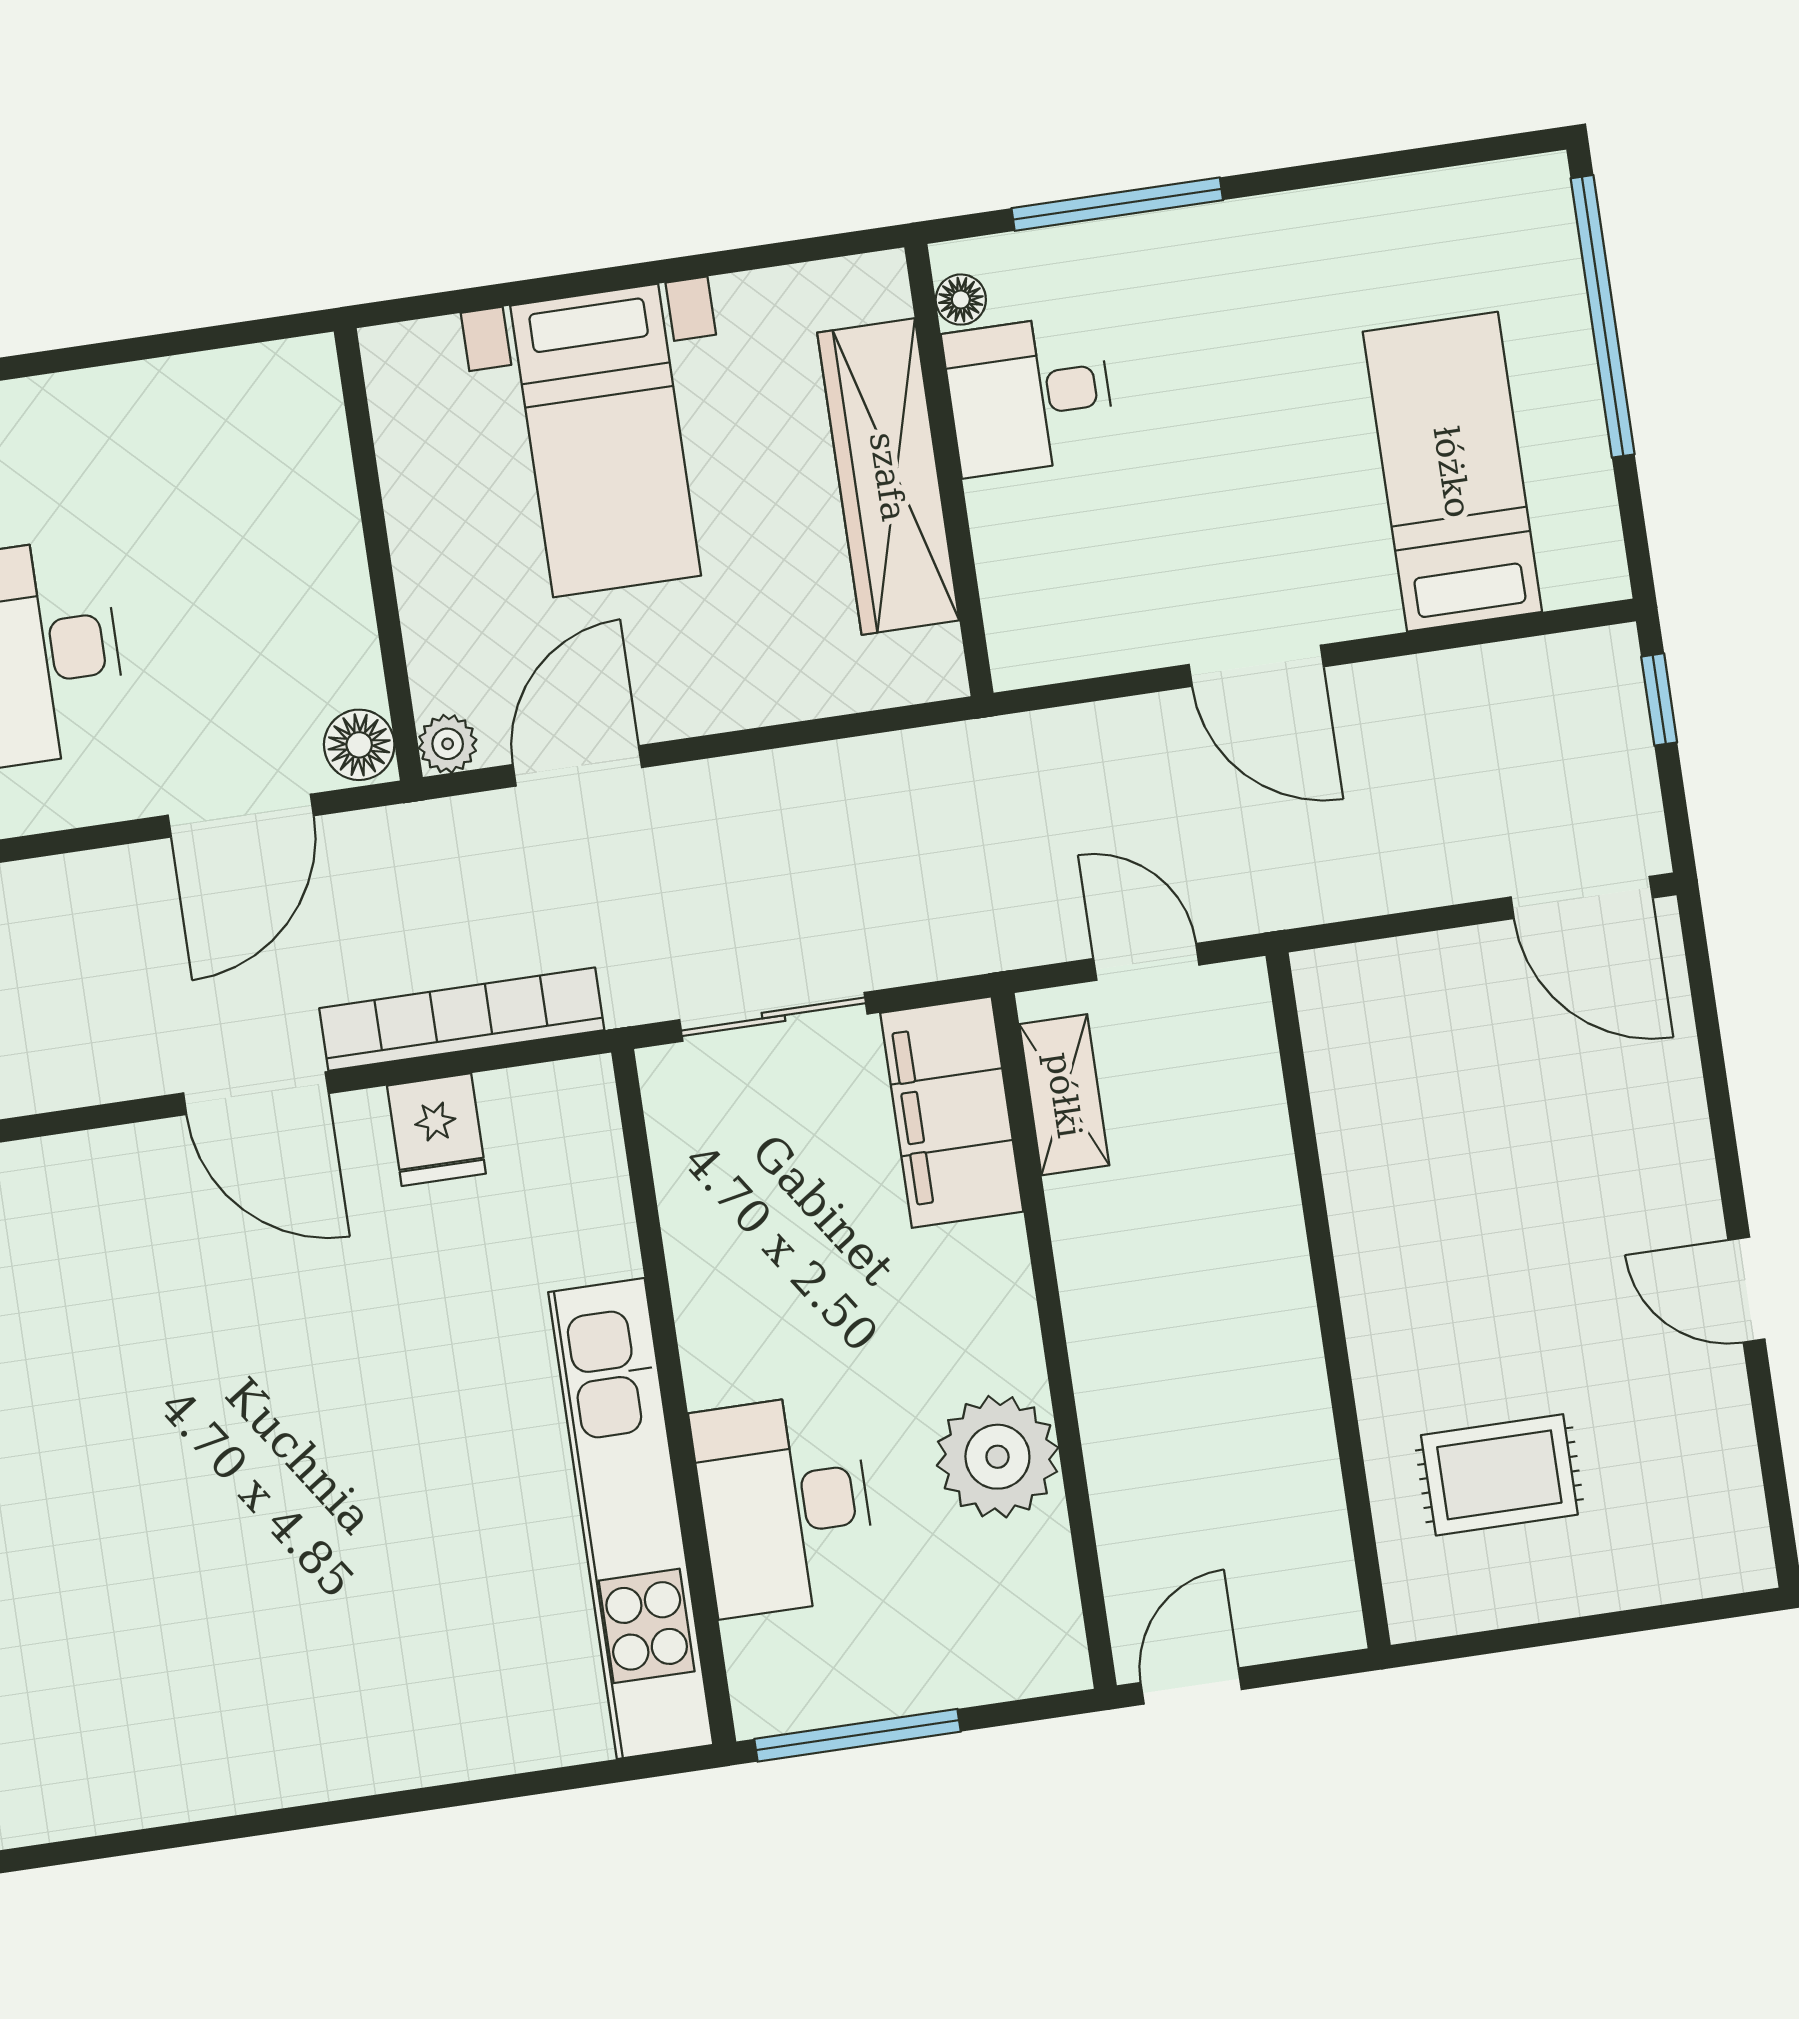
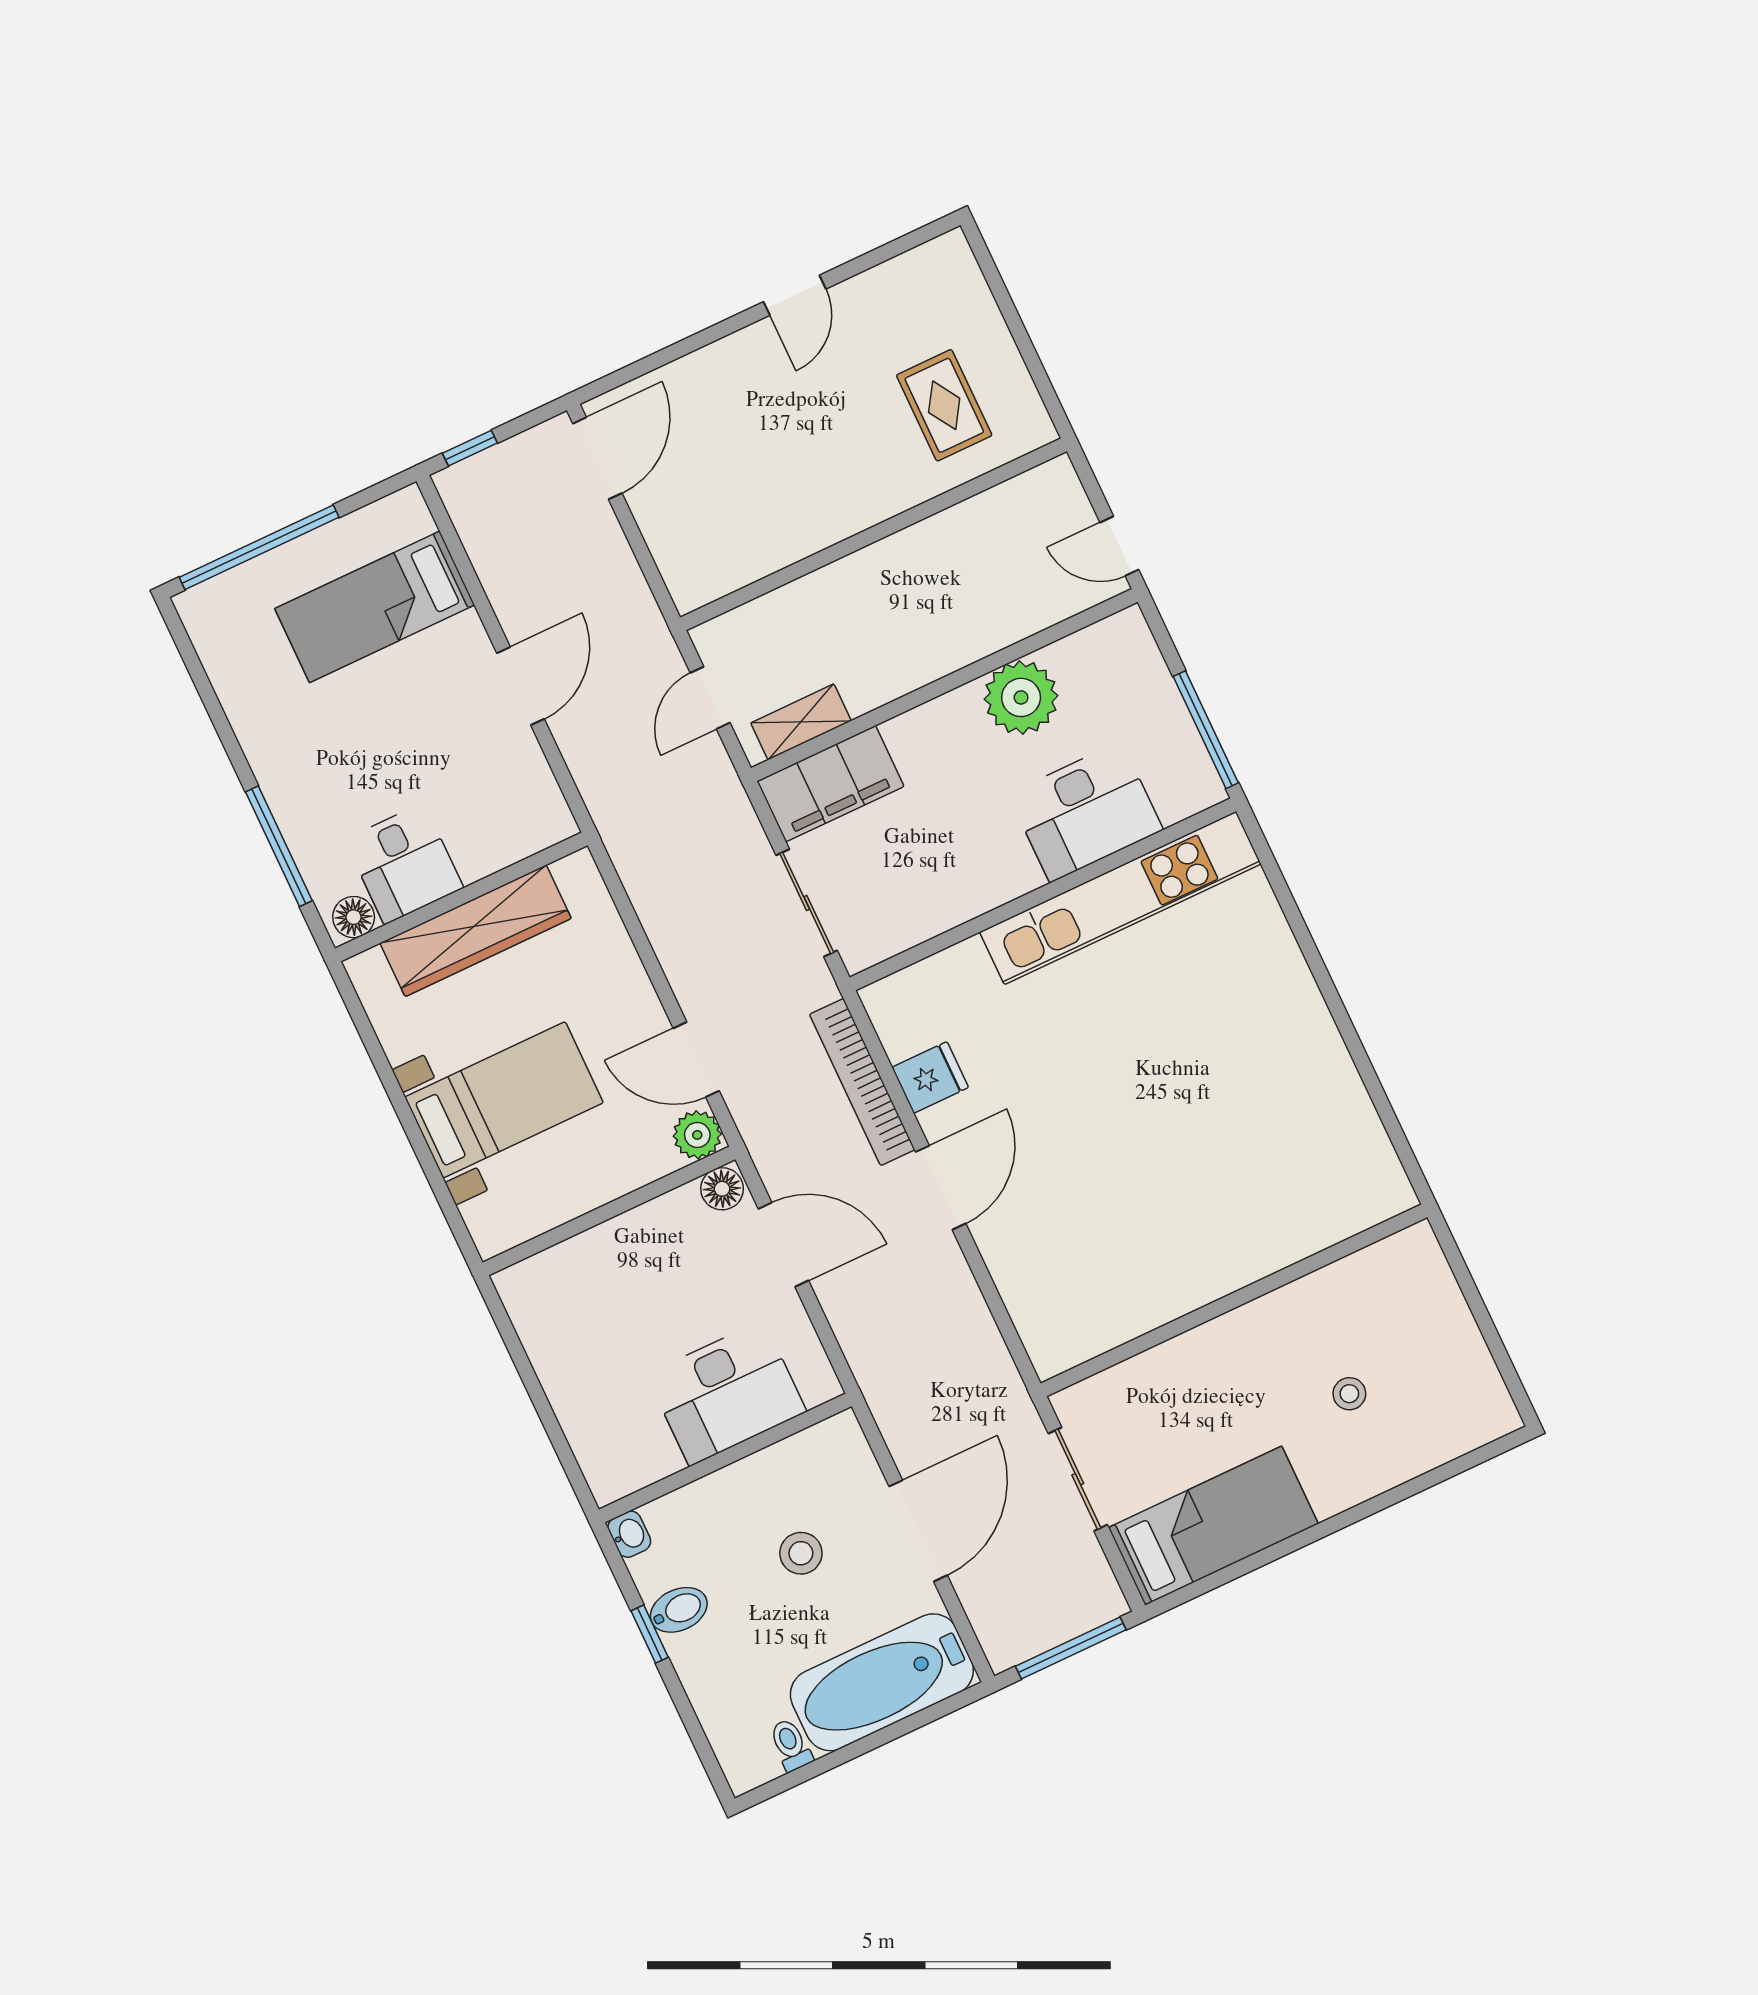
floor lamp: (961, 300) -> (354, 917), width x1.37, depth x1.37
plant: (448, 744) -> (697, 1135), width x1.38, depth x1.38

